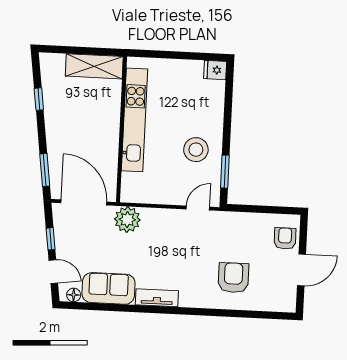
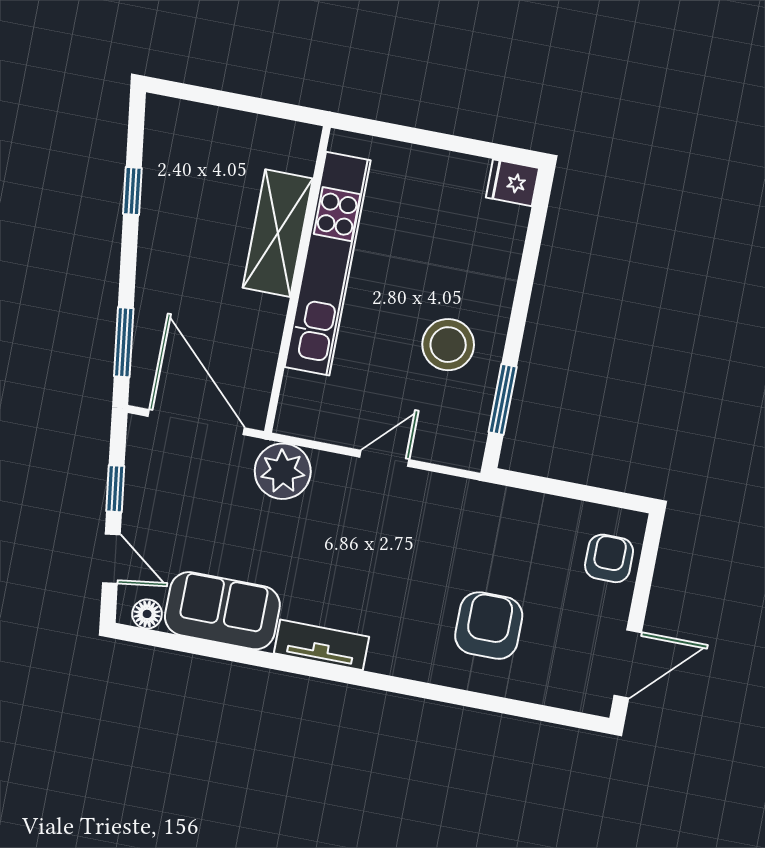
shelving: (94, 66) -> (278, 233), moved, turned 90
door: (198, 208) -> (384, 458), moved
door: (301, 270) -> (628, 664), moved

